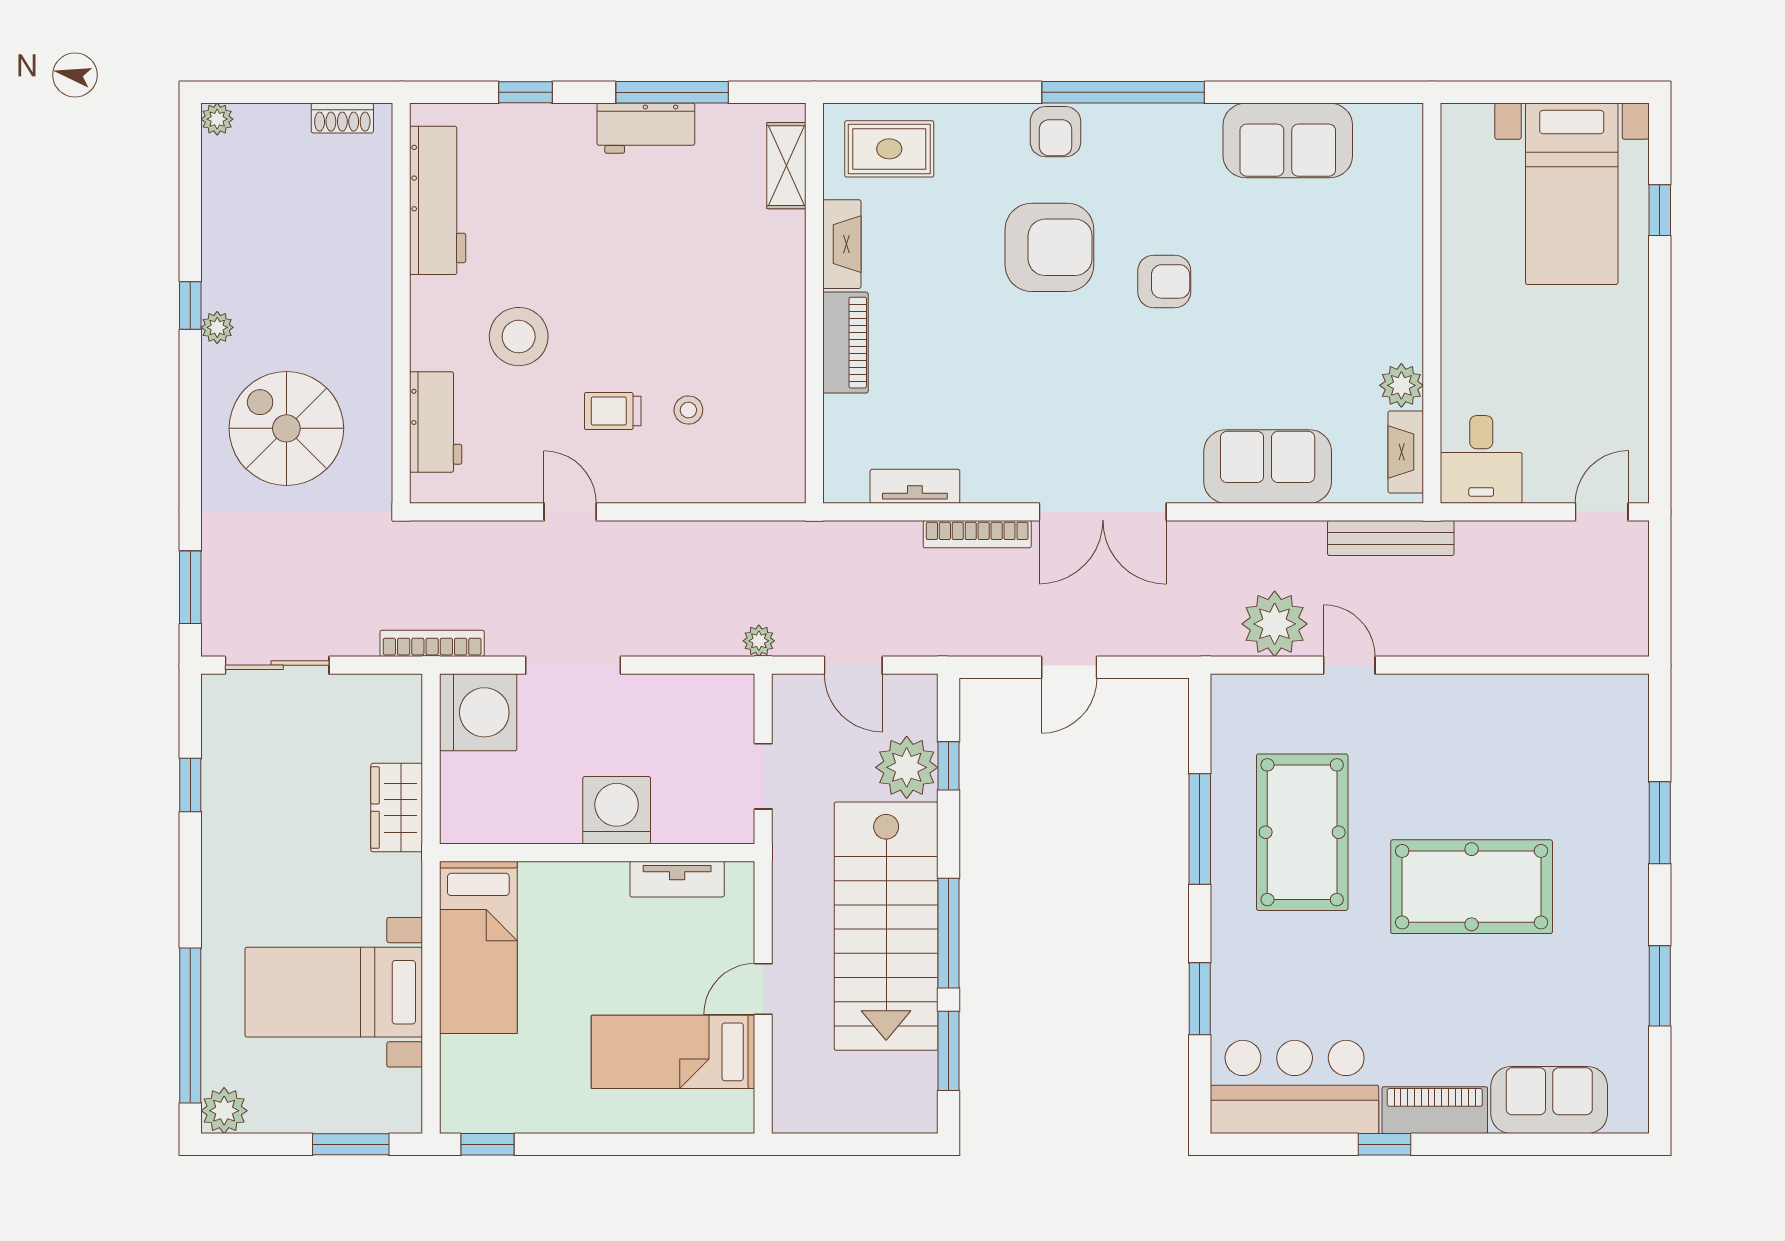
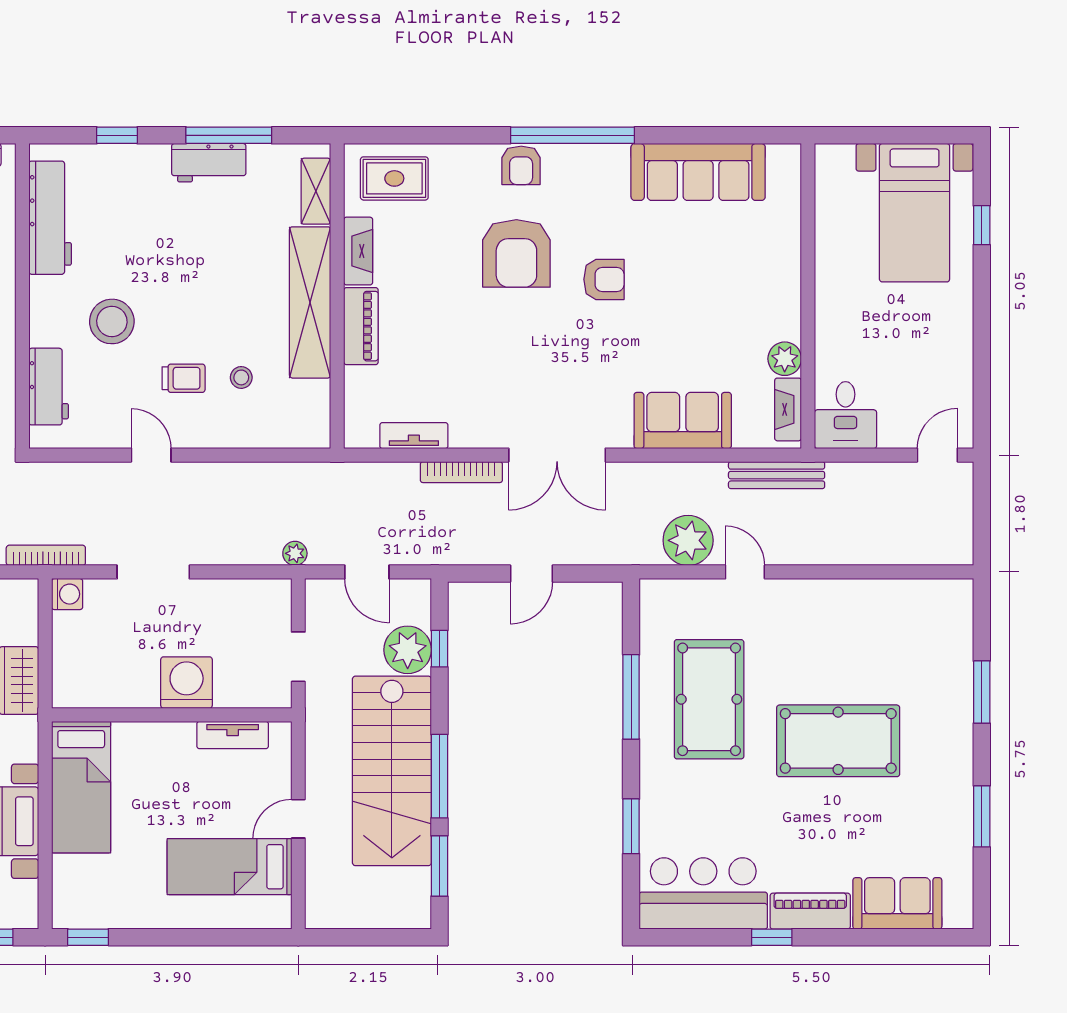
sofa: (1288, 140) -> (698, 172), width x1.36
armchair: (1049, 247) -> (516, 253), turned 90
shelving: (779, 312) -> (310, 302), added
trolley: (613, 411) -> (184, 378), turned 180
washing machine: (478, 712) -> (67, 594), width x0.53, depth x0.53

